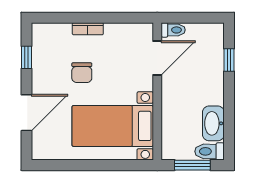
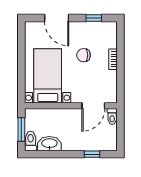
door: (157, 58) -> (93, 106), hinge flipped

